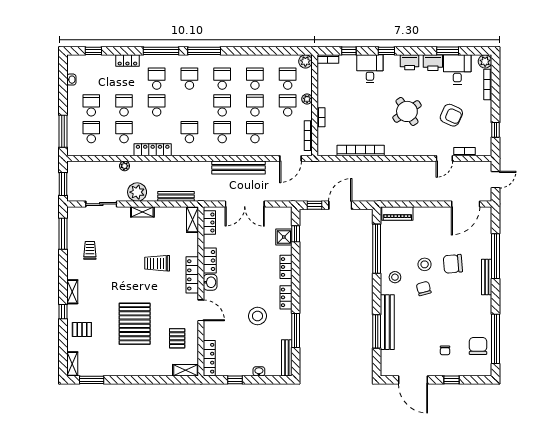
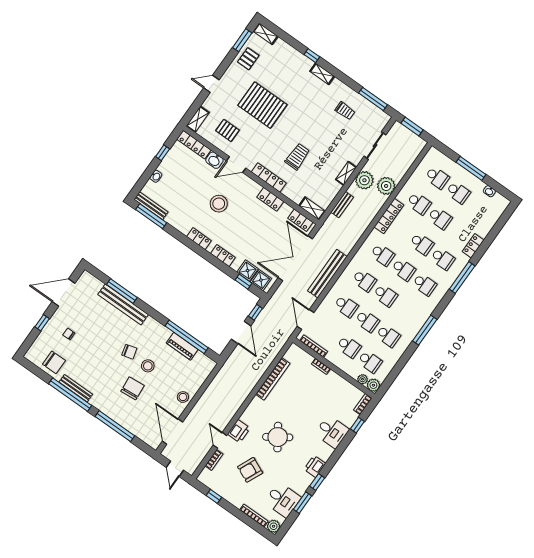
window: (93, 51) -> (500, 224), removed
window: (204, 51) -> (425, 330), moved
window: (386, 51) -> (317, 482), moved
printer: (433, 63) -> (239, 431), moved, turned 180
school desk: (222, 79) -> (403, 270), moved
plant: (307, 99) -> (362, 379), moved
window: (63, 131) -> (471, 168), moved
plant: (125, 166) -> (386, 186), width x1.88, depth x1.88
bench: (176, 196) -> (342, 205), width x0.73
double door: (245, 204) -> (295, 258), width x1.36
piano: (397, 213) -> (182, 346), moved, turned -90
shower: (284, 220) -> (261, 280), added
stool: (395, 277) -> (183, 397), moved
bench: (487, 277) -> (76, 388), moved
washbasin: (210, 282) -> (214, 160), moved
stool: (257, 316) -> (219, 204), moved
pallet: (82, 330) -> (248, 59), moved
window: (296, 331) -> (151, 216), moved
window: (496, 339) -> (70, 395), moved
door: (147, 380) -> (211, 84), added

